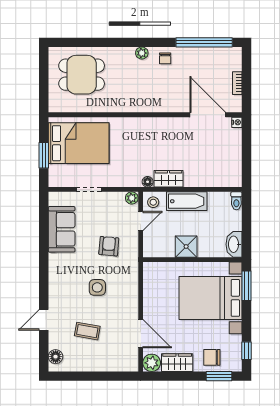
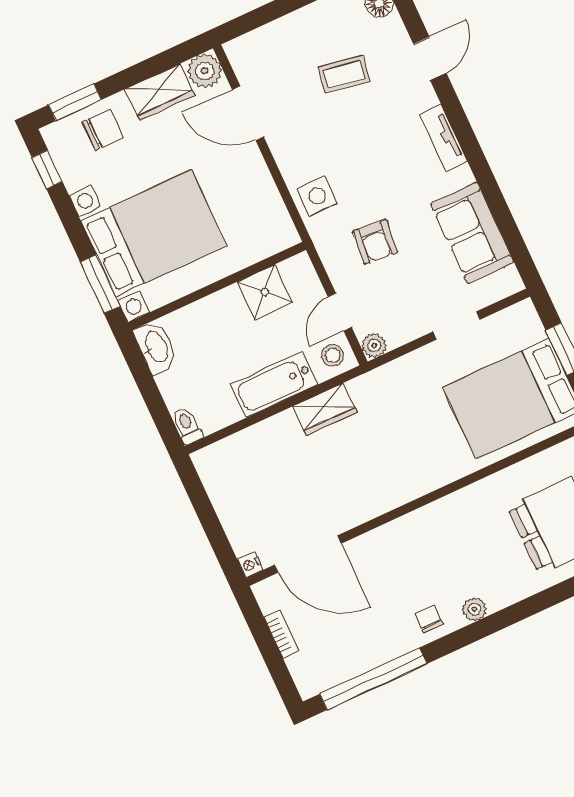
floor lamp: (148, 182) -> (359, 387), removed
shower: (186, 247) -> (265, 292), moved
tv unit: (55, 280) -> (443, 138), added
side table: (97, 287) -> (317, 196), moved

